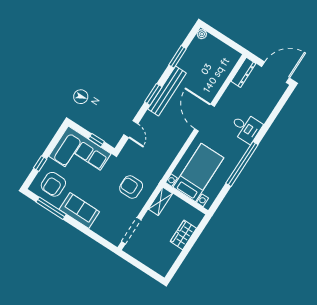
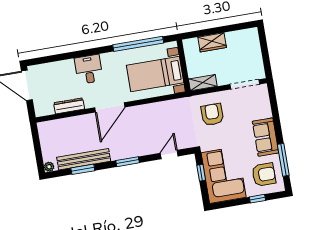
dresser: (243, 72) -> (69, 106), moved
bench: (167, 91) -> (84, 159), moved
window: (242, 164) -> (138, 44), moved
armchair: (131, 187) -> (212, 114), turned 180

